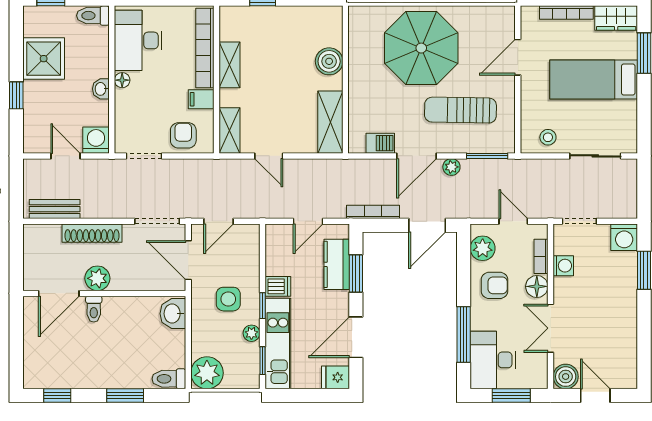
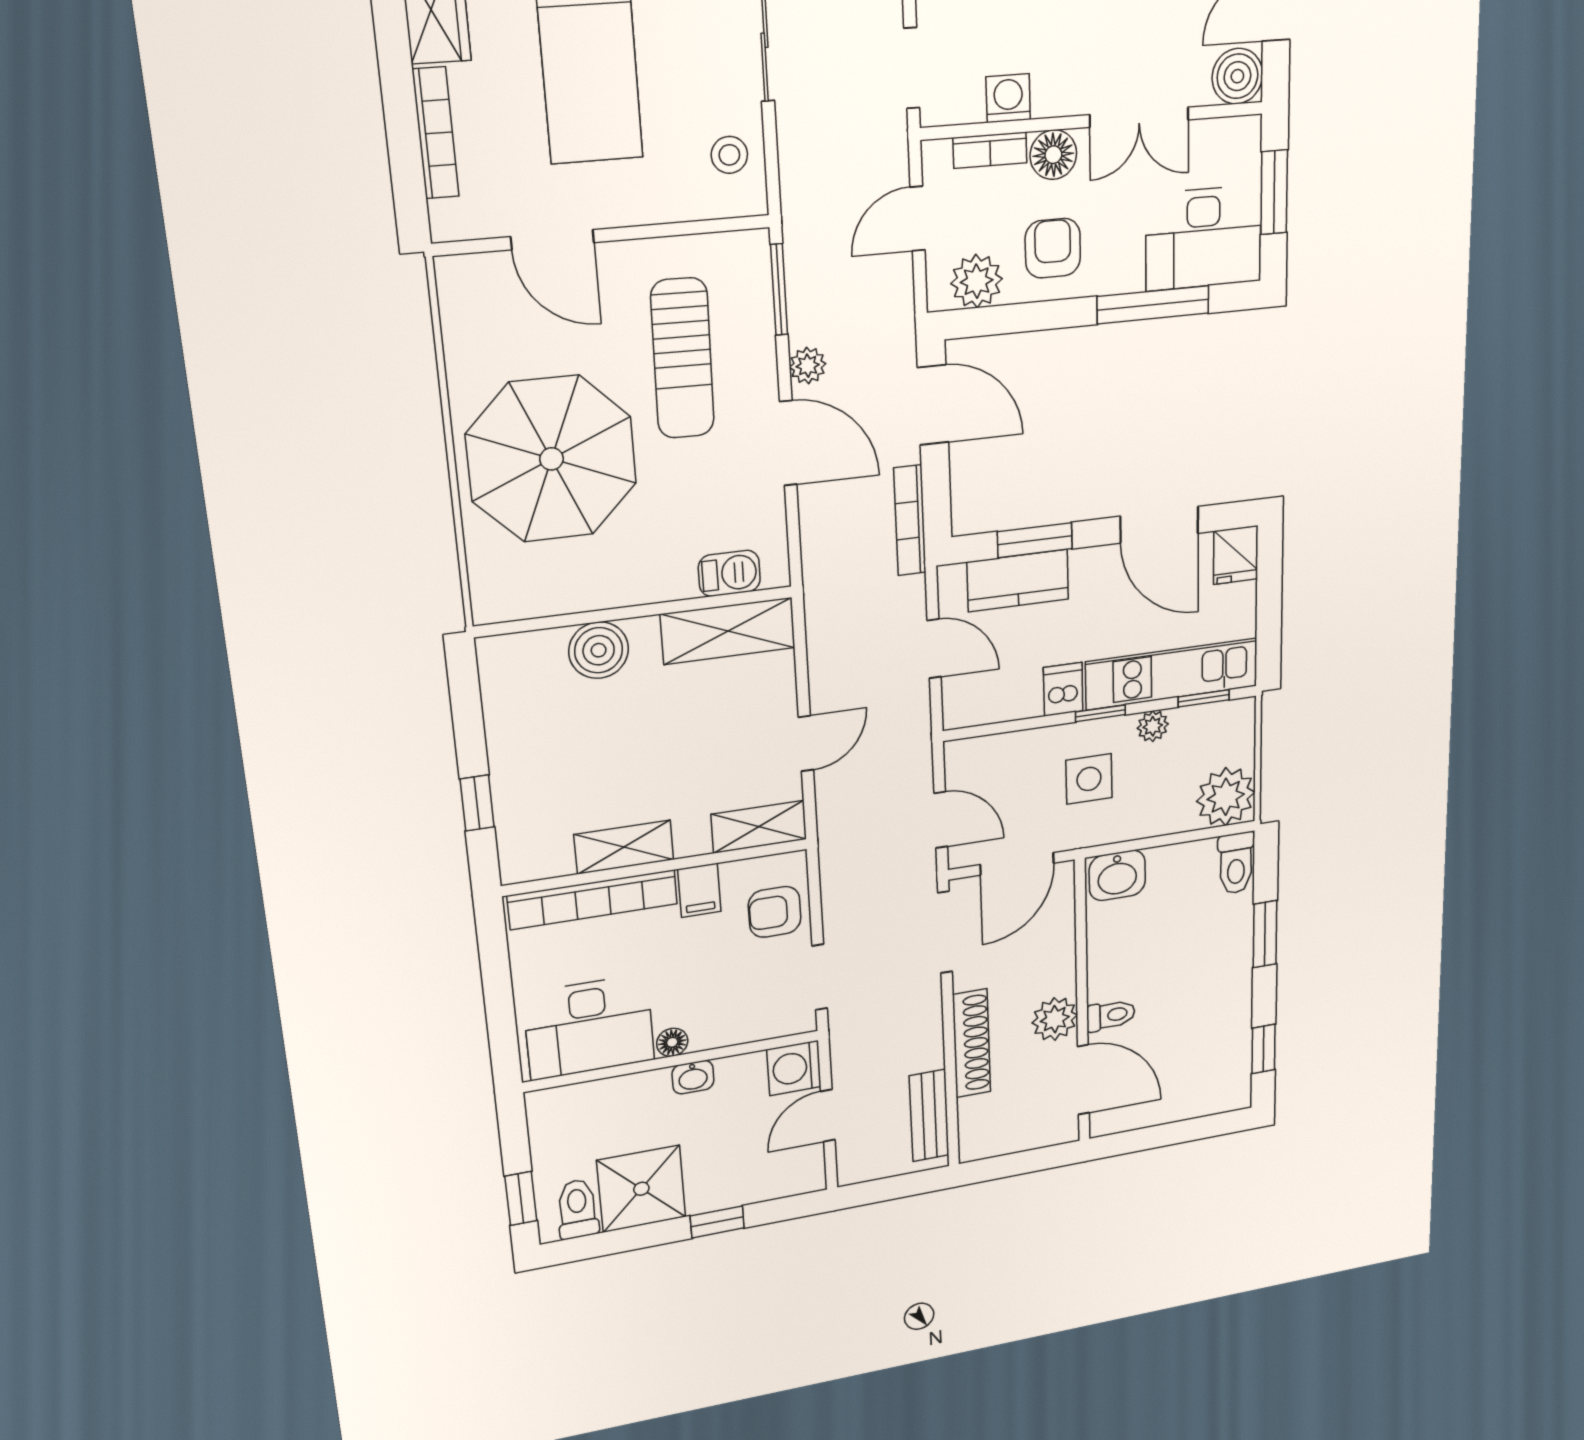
toilet: (93, 16) -> (577, 1209), moved, turned 180
barbecue: (380, 143) -> (729, 573), moved, turned 90

